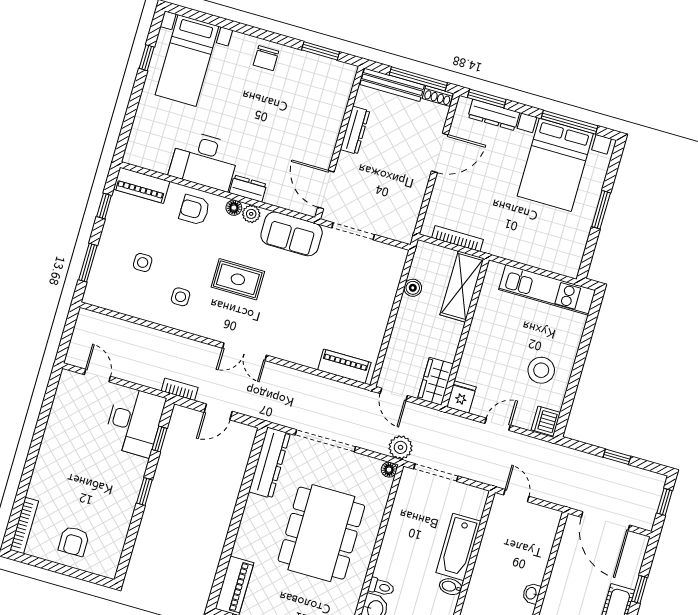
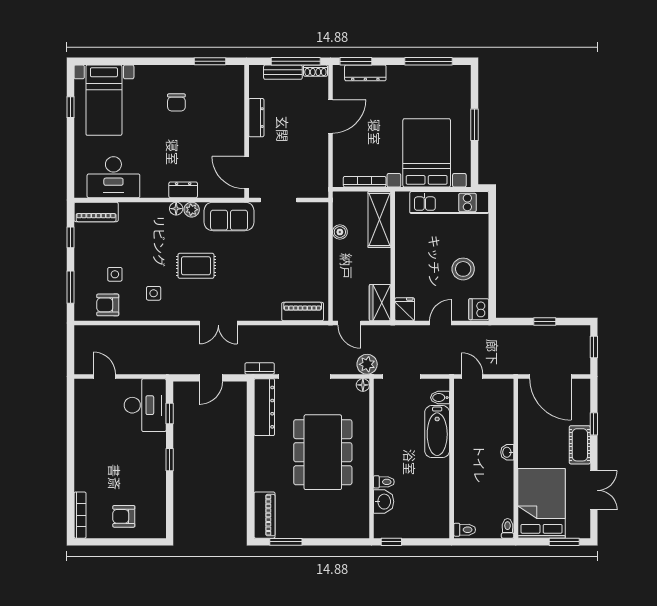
chair: (266, 58) -> (176, 102), moved
bench: (392, 85) -> (283, 72), width x0.73
desk: (204, 160) -> (113, 177), moved
bed with nightstands: (555, 165) -> (427, 153), moved, turned 180
armchair: (194, 210) -> (108, 305), moved
bookcase: (180, 389) -> (260, 368), moved
armchair: (74, 541) -> (124, 516), turned 90
bidet: (451, 587) -> (440, 398), moved

